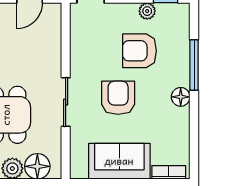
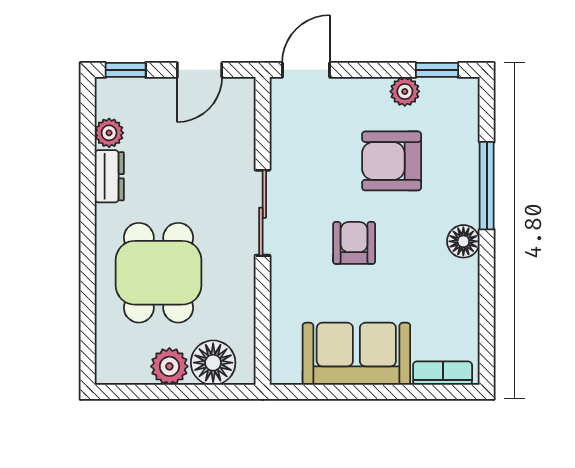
armchair: (118, 98) -> (354, 243), width x0.72, depth x0.72
sliding door: (66, 102) -> (263, 213), moved

